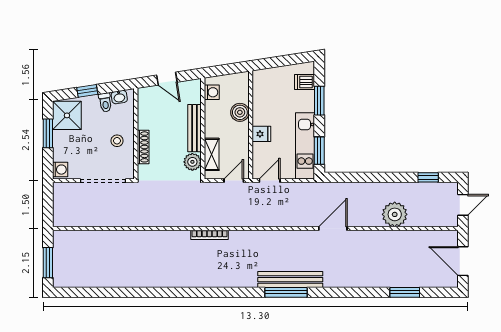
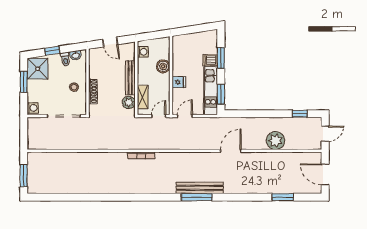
dishwasher: (305, 82) -> (210, 60), moved

